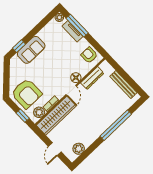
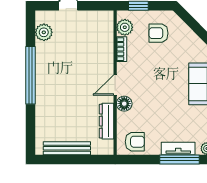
door: (71, 91) -> (115, 85), hinge flipped
armchair: (26, 94) -> (159, 33), width x0.53, depth x0.53
wardrobe: (56, 116) -> (103, 43), removed
window: (116, 125) -> (31, 75), moved

